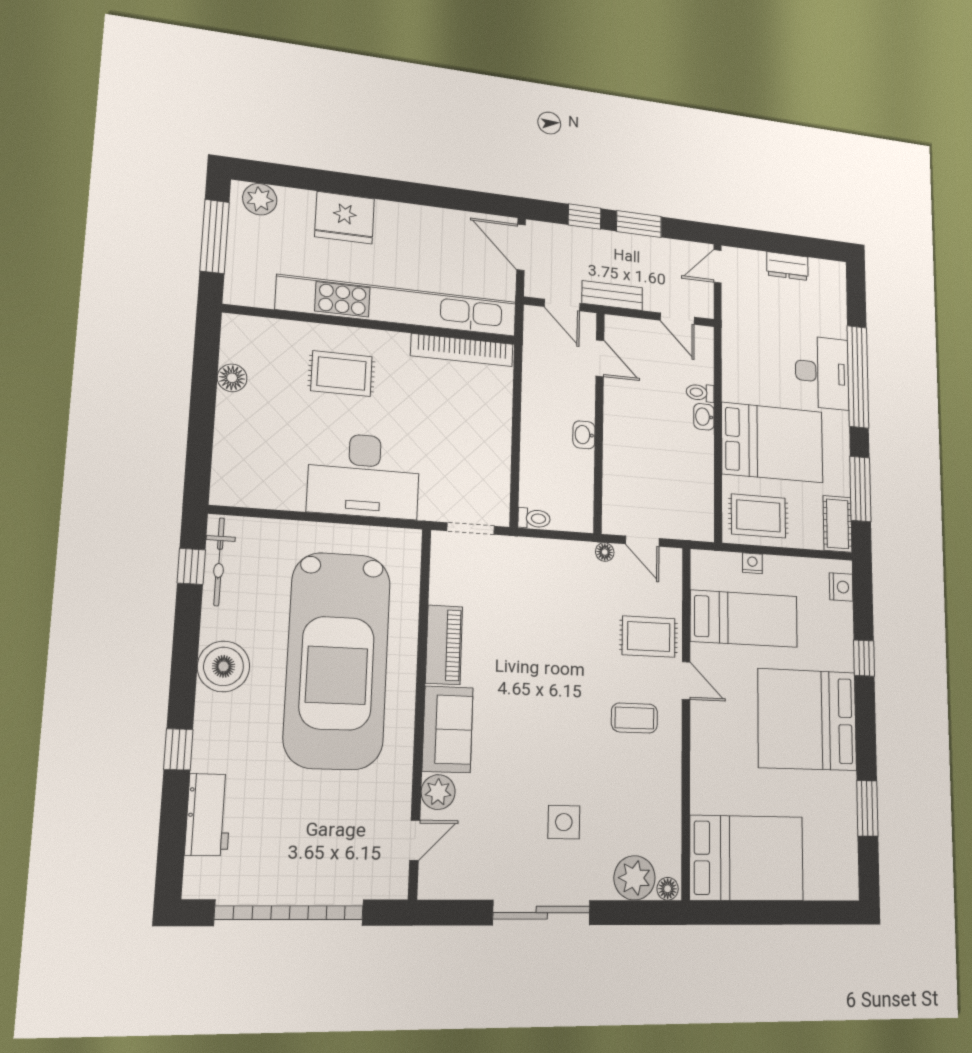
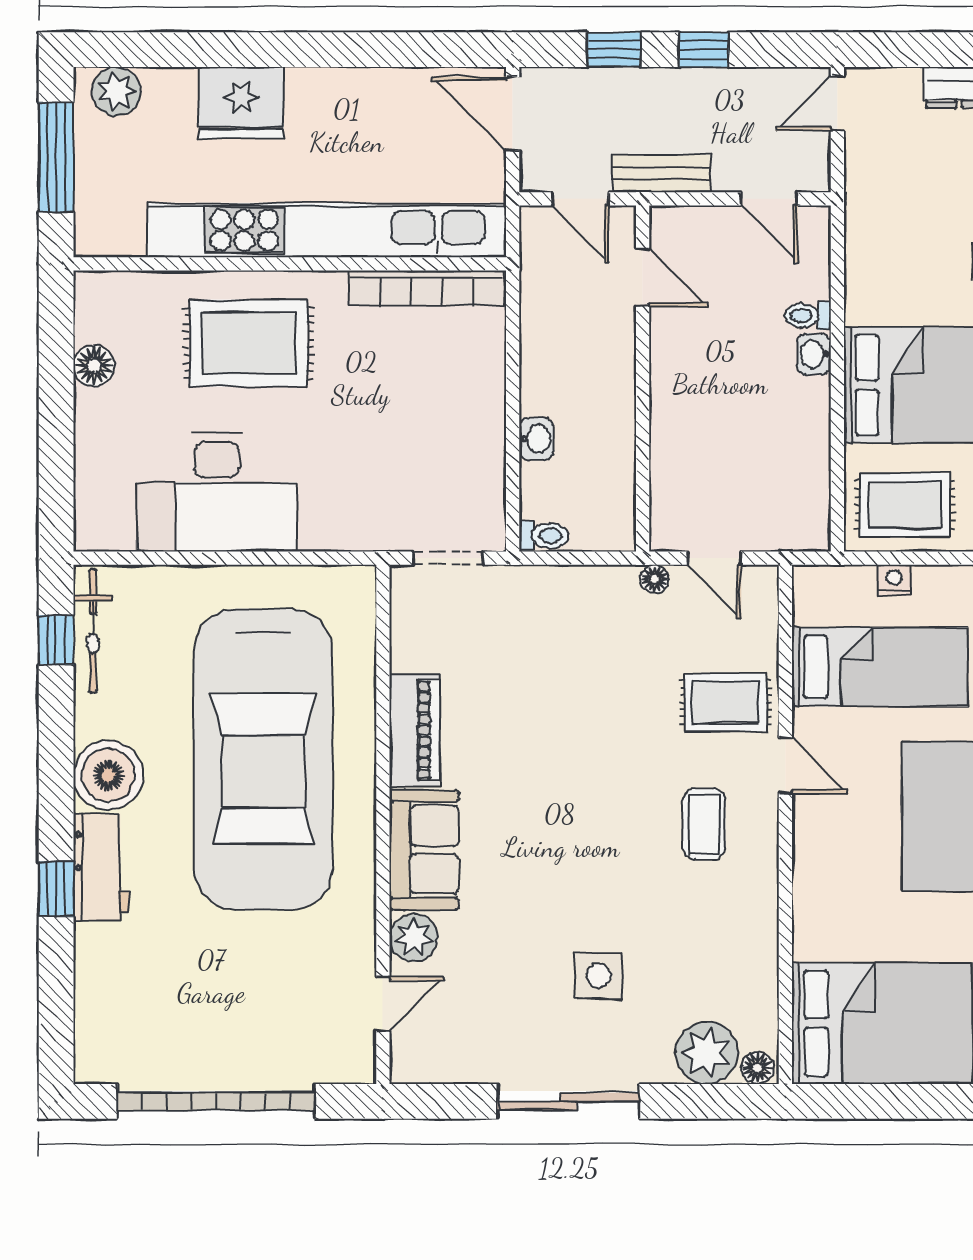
window: (639, 224) -> (704, 50), width x0.67
rug: (342, 374) -> (249, 343), width x1.36, depth x1.43
washbasin: (584, 435) -> (536, 439), moved, turned 180
desk: (364, 476) -> (217, 492), moved
coffee table: (634, 718) -> (704, 824), turned 90
workbench: (208, 815) -> (101, 867), moved

